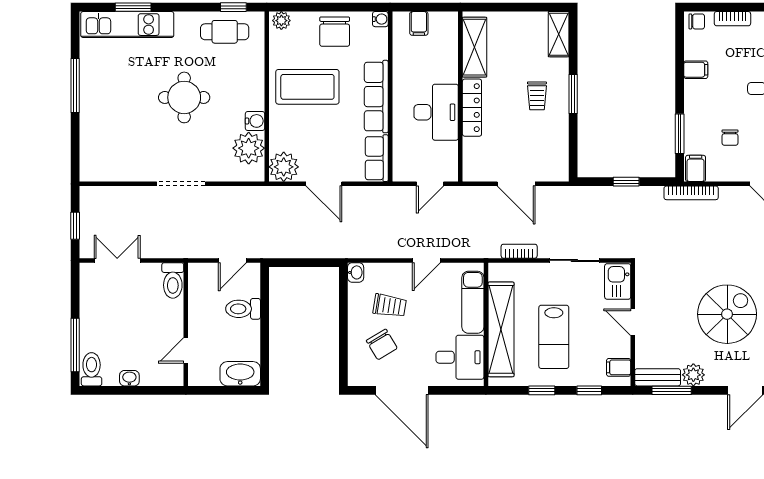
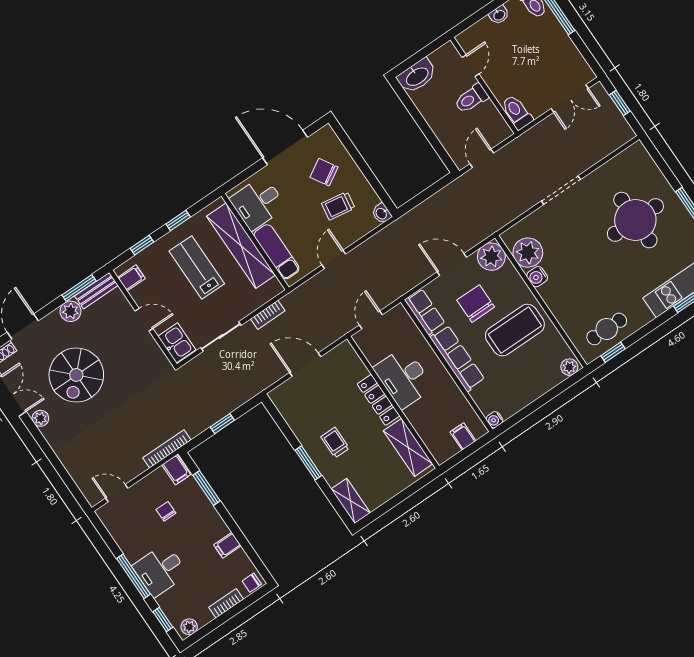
chair: (335, 32) -> (476, 304), moved
round table: (184, 97) -> (635, 220), moved, width x1.36, depth x1.36
toilet: (243, 309) -> (471, 98), moved, turned 180

